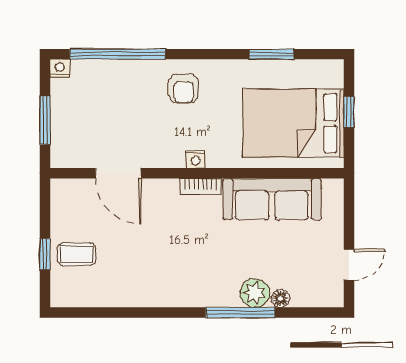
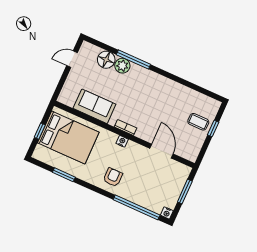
sofa: (272, 199) -> (94, 106), width x0.73
floor lamp: (280, 299) -> (106, 60), width x1.89, depth x1.89

